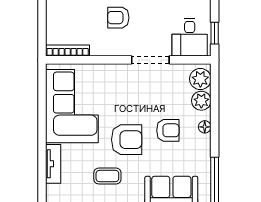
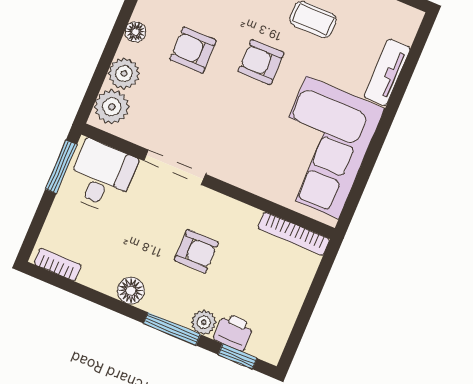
window: (215, 33) -> (61, 167), width x1.50
armchair: (127, 140) -> (261, 62), width x0.72, depth x0.72

